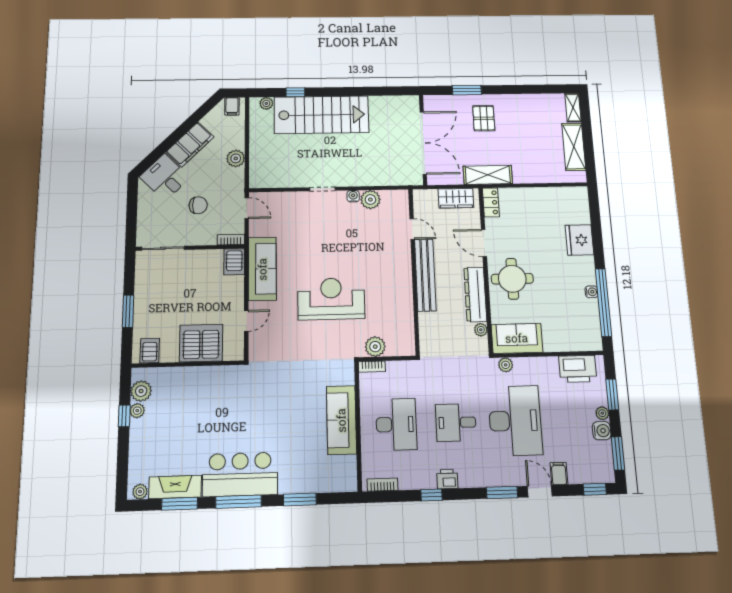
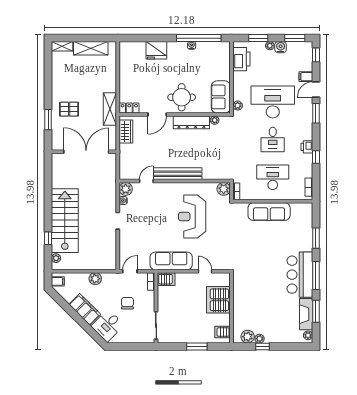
door: (412, 229) -> (146, 181), moved
wall: (414, 271) -> (175, 181), moved
bench: (425, 275) -> (178, 174), moved

